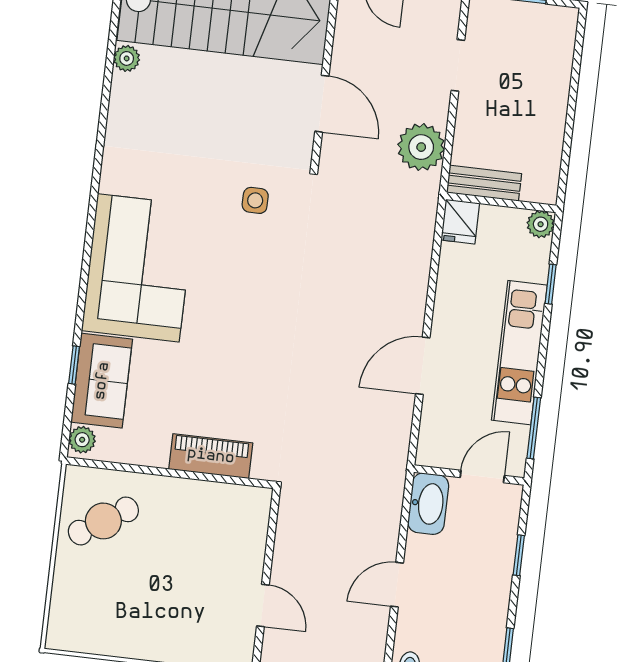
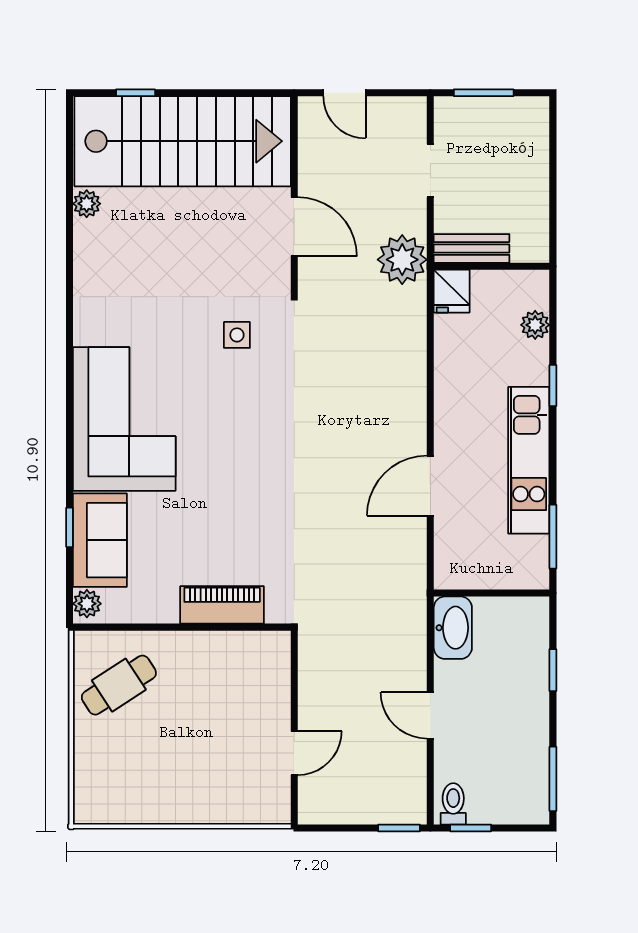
bench: (484, 183) -> (472, 248), moved
wall: (501, 202) -> (492, 266), moved
fridge: (460, 222) -> (452, 291), moved
door: (482, 477) -> (505, 593), removed
door: (397, 585) -> (430, 715), hinge flipped
door: (263, 605) -> (294, 753), hinge flipped

